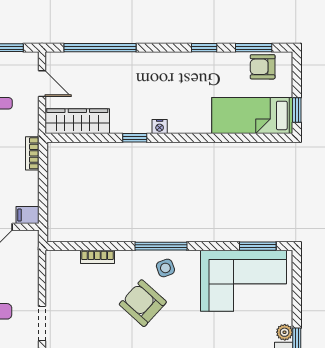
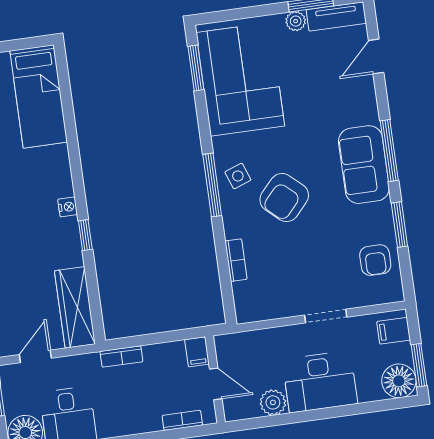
window: (297, 110) -> (25, 44), removed

